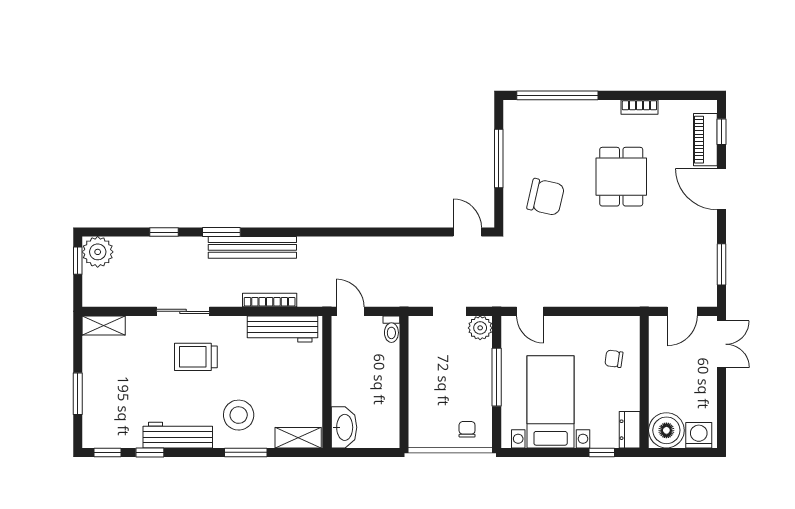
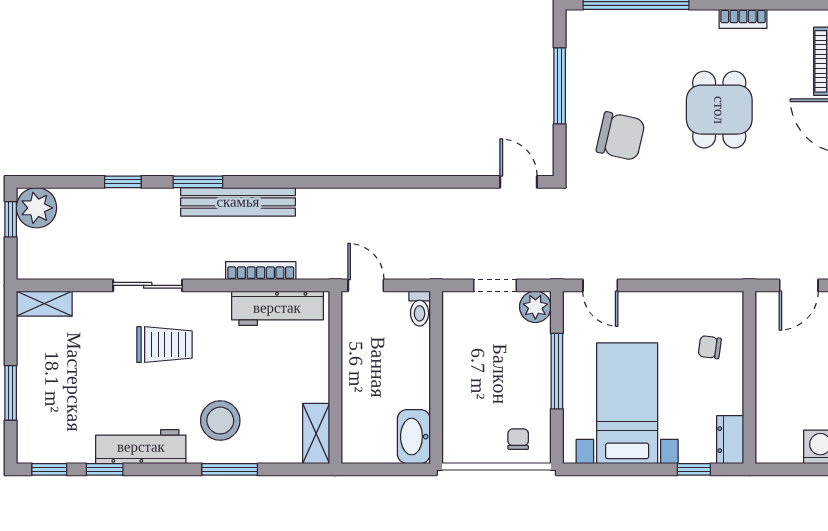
trolley: (196, 357) -> (164, 345), turned 180
washbasin: (344, 427) -> (414, 437), moved, turned 180
boiler: (666, 430) -> (778, 440), removed
shelving: (298, 438) -> (316, 433), moved, turned 90

